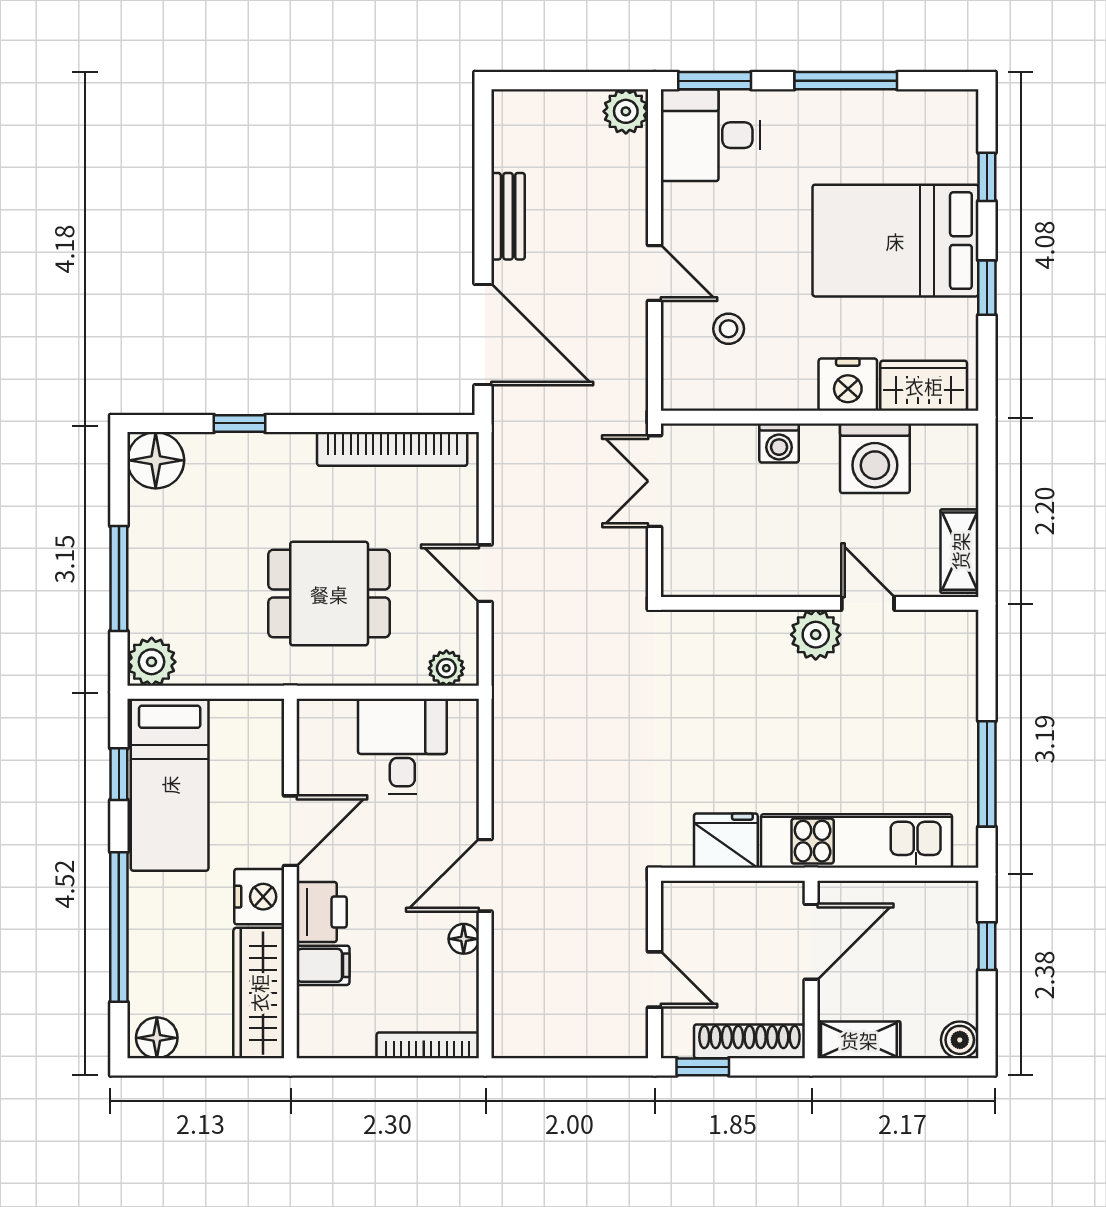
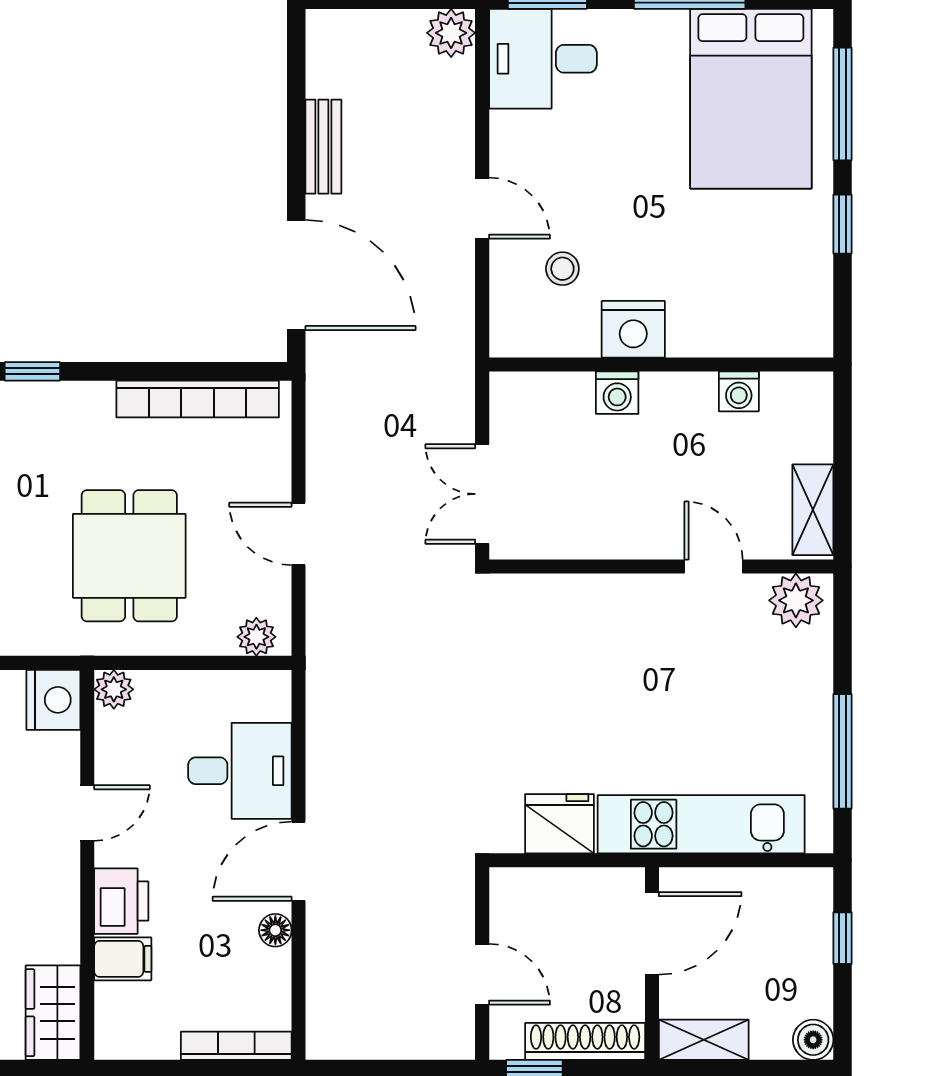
window: (987, 177) -> (842, 104), width x2.17
bed: (895, 241) -> (751, 99), moved, turned -90
nightstand: (848, 385) -> (633, 329), moved
wardrobe: (924, 386) -> (774, 330), removed
washing machine: (875, 458) -> (739, 391), width x0.53, depth x0.53
double door: (654, 481) -> (482, 494), moved
dining table: (329, 594) -> (129, 556), turned 90
plant: (816, 635) -> (796, 600), moved
plant: (315, 717) -> (114, 689), added
desk: (402, 746) -> (240, 771), moved, turned 90
door: (290, 831) -> (87, 813), width x0.73
nightstand: (259, 897) -> (53, 700), moved
wardrobe: (259, 993) -> (53, 1013), width x0.67

